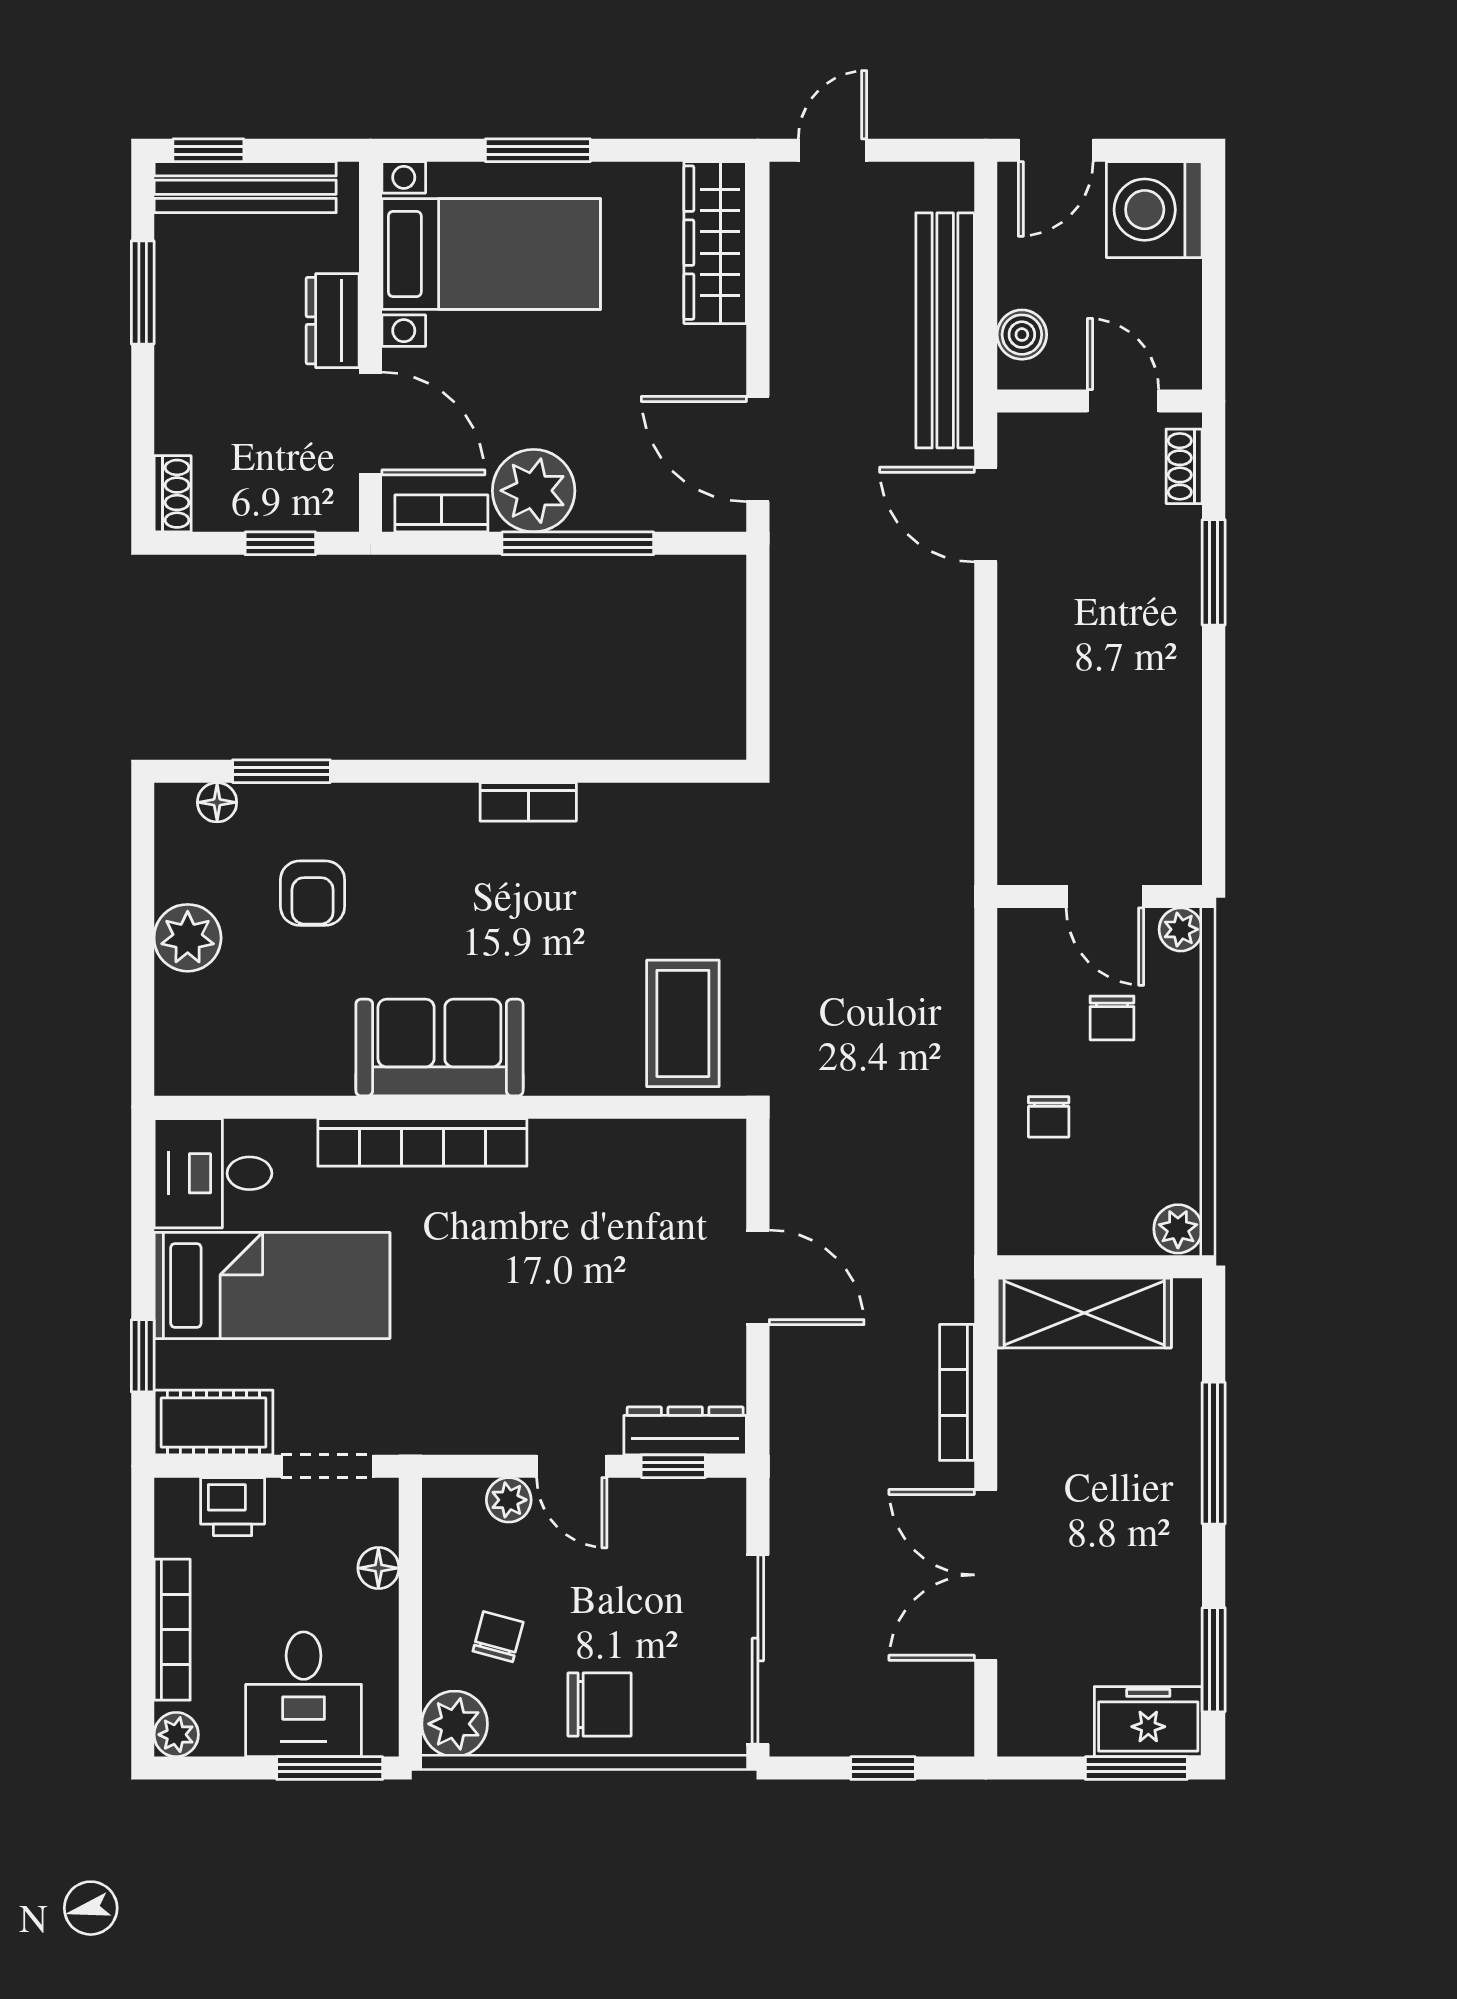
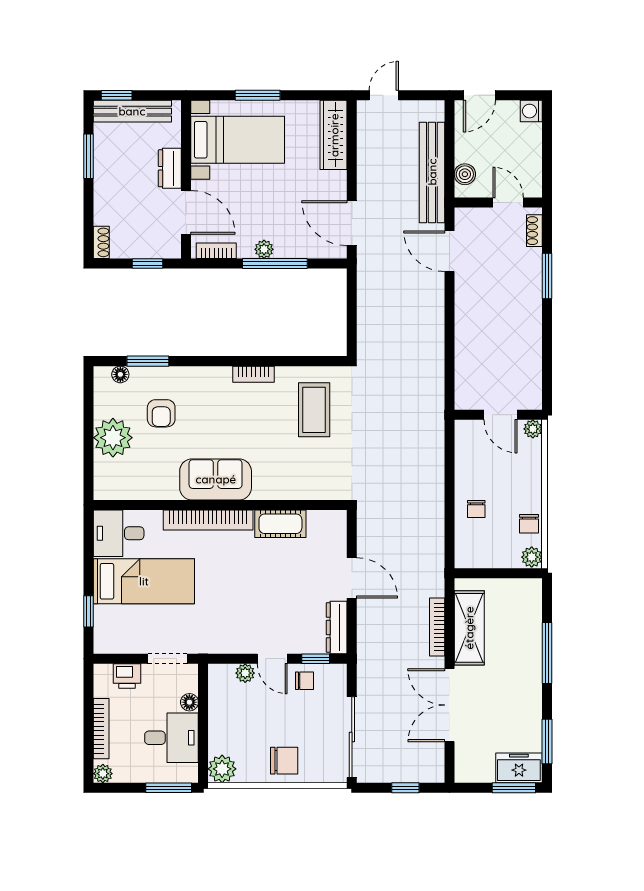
washing machine: (1154, 210) -> (531, 111), width x0.53, depth x0.53
plant: (534, 491) -> (264, 249), width x0.53, depth x0.53
plant: (188, 938) -> (113, 438), width x1.36, depth x1.36
chair: (1112, 1018) -> (529, 524), moved
coffee table: (683, 1023) -> (314, 410), moved
shelving: (1084, 1313) -> (469, 628), moved, turned 90
cot: (214, 1422) -> (280, 524), moved
dresser: (685, 1431) -> (337, 627), moved, turned -90
chair: (498, 1637) -> (304, 681), moved, turned 75
desk: (304, 1694) -> (172, 738), moved, turned -90

